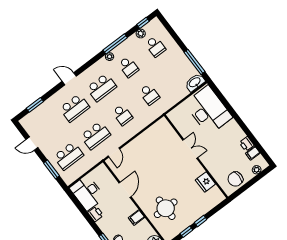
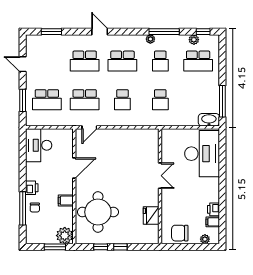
school desk: (155, 47) -> (198, 61), width x1.85
round table: (166, 208) -> (98, 212), width x1.36, depth x1.36
printer: (96, 214) -> (32, 188), moved

